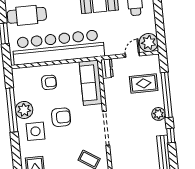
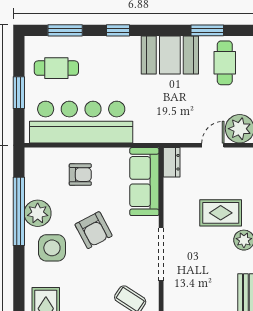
cafe table: (27, 15) -> (56, 68), width x0.73, depth x0.74
bar counter: (58, 47) -> (81, 122), width x0.73
rug: (144, 83) -> (221, 213), moved
armchair: (61, 117) -> (94, 230), turned 62

